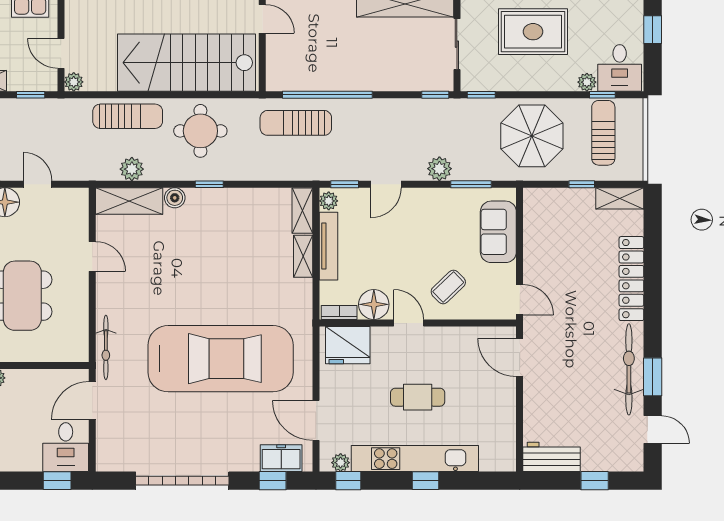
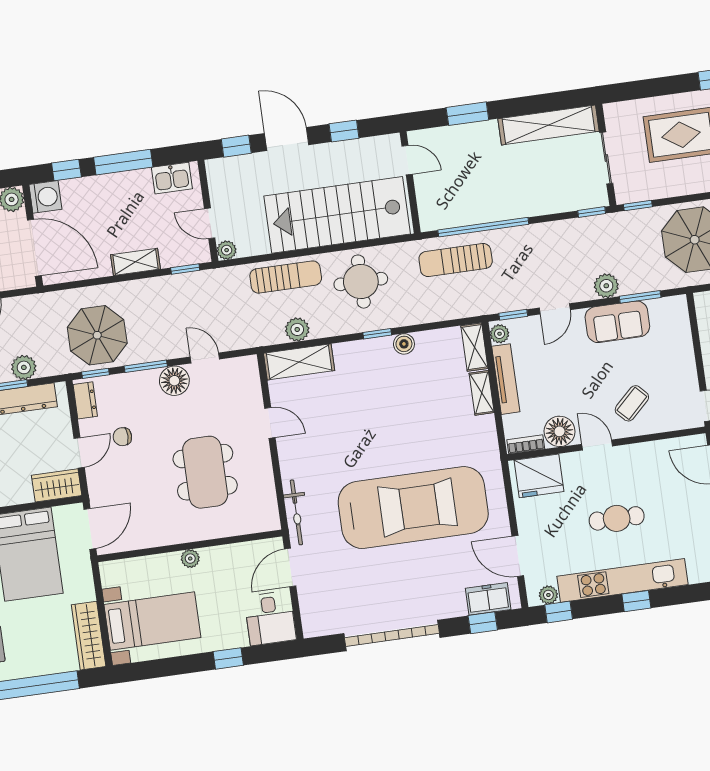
boiler: (175, 198) -> (404, 344), moved
sofa: (498, 232) -> (617, 322), moved, turned -90
window: (57, 481) -> (228, 658), moved

